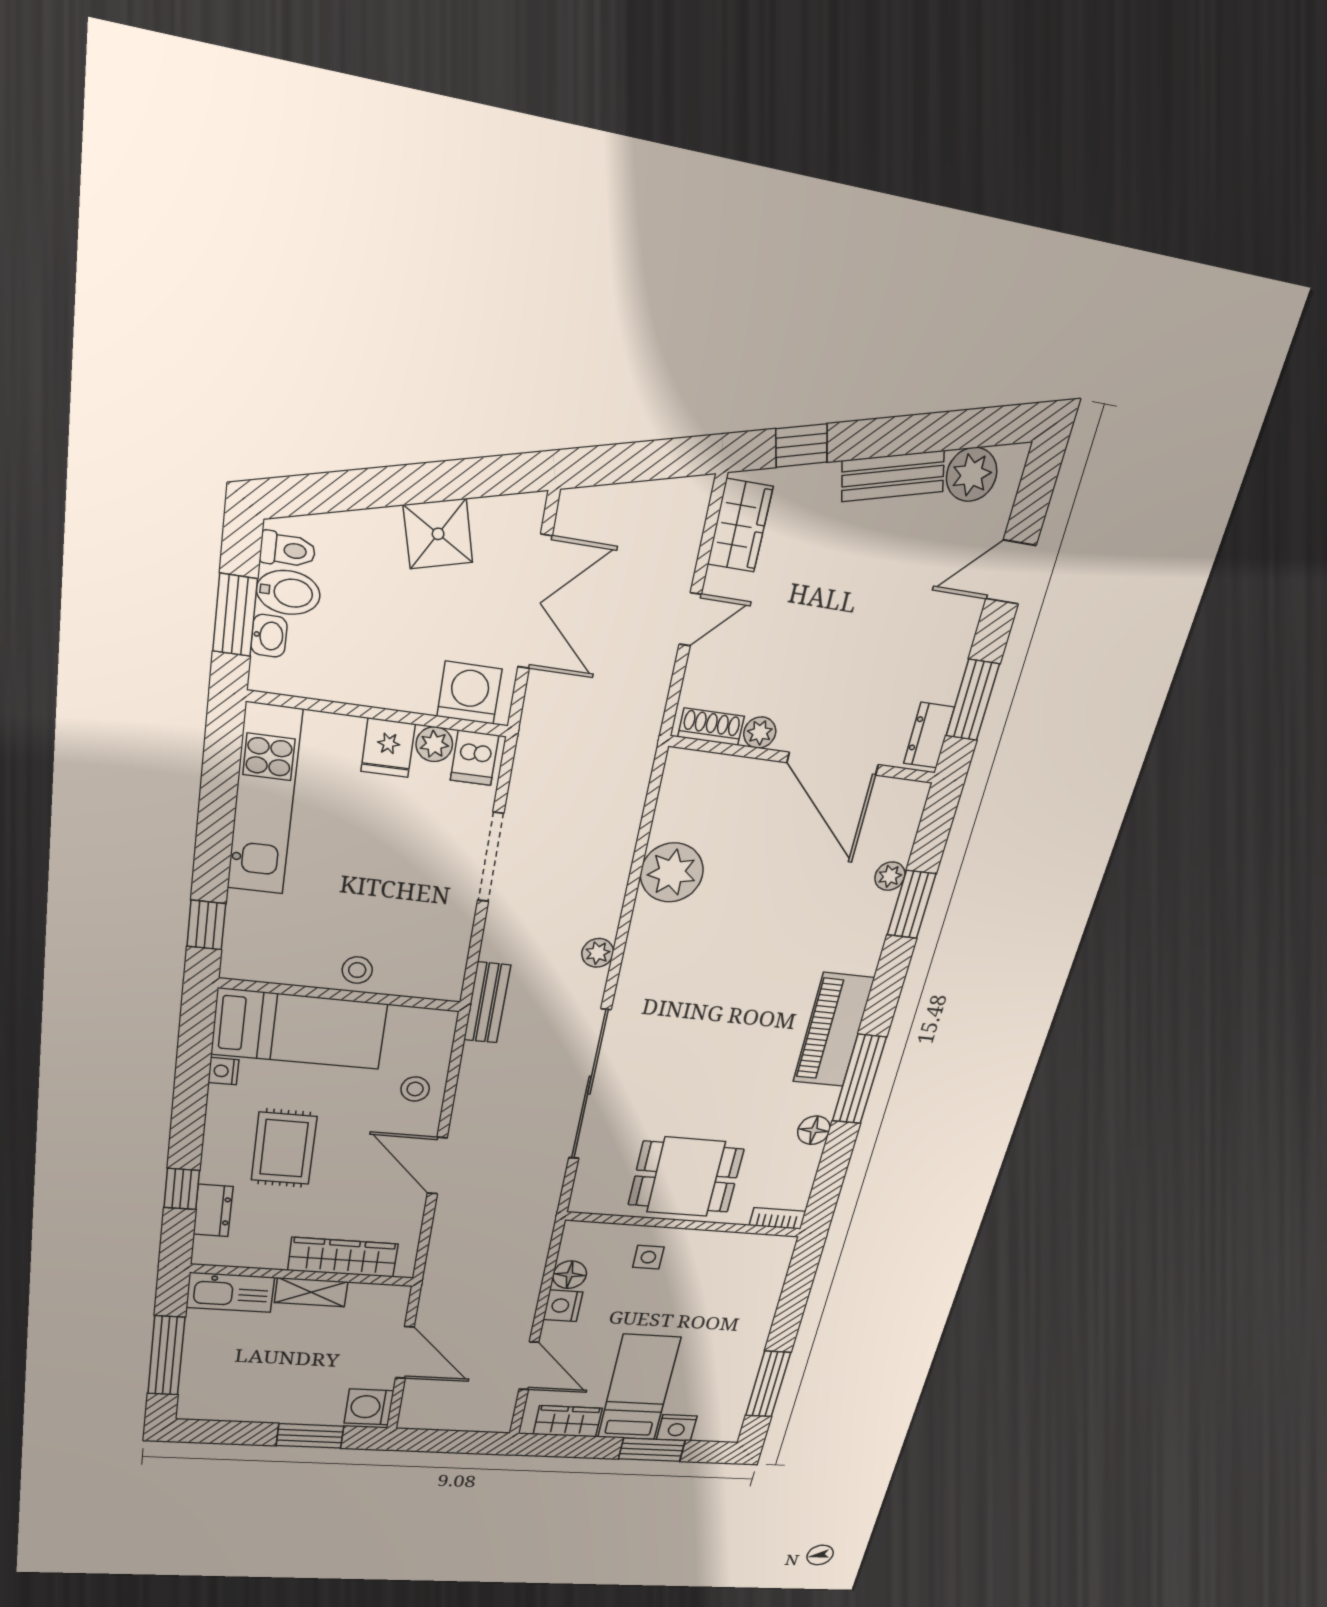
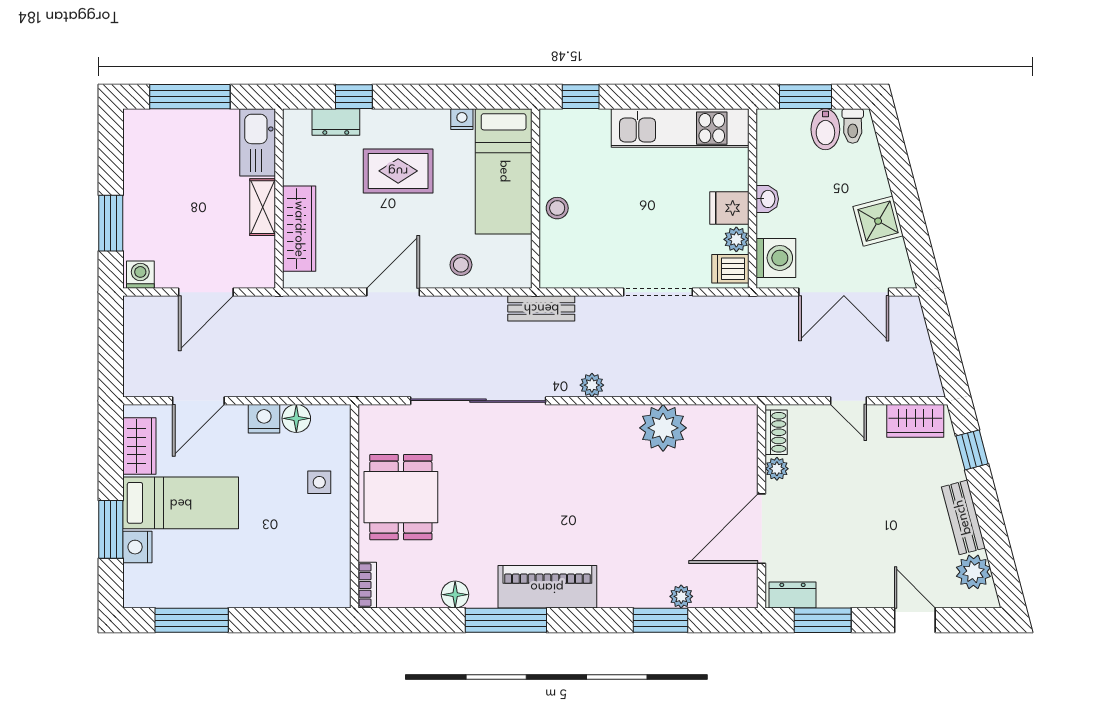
washbasin: (269, 636) -> (767, 199), moved, turned -90
washing machine: (369, 1407) -> (140, 275), width x0.73, depth x0.73

